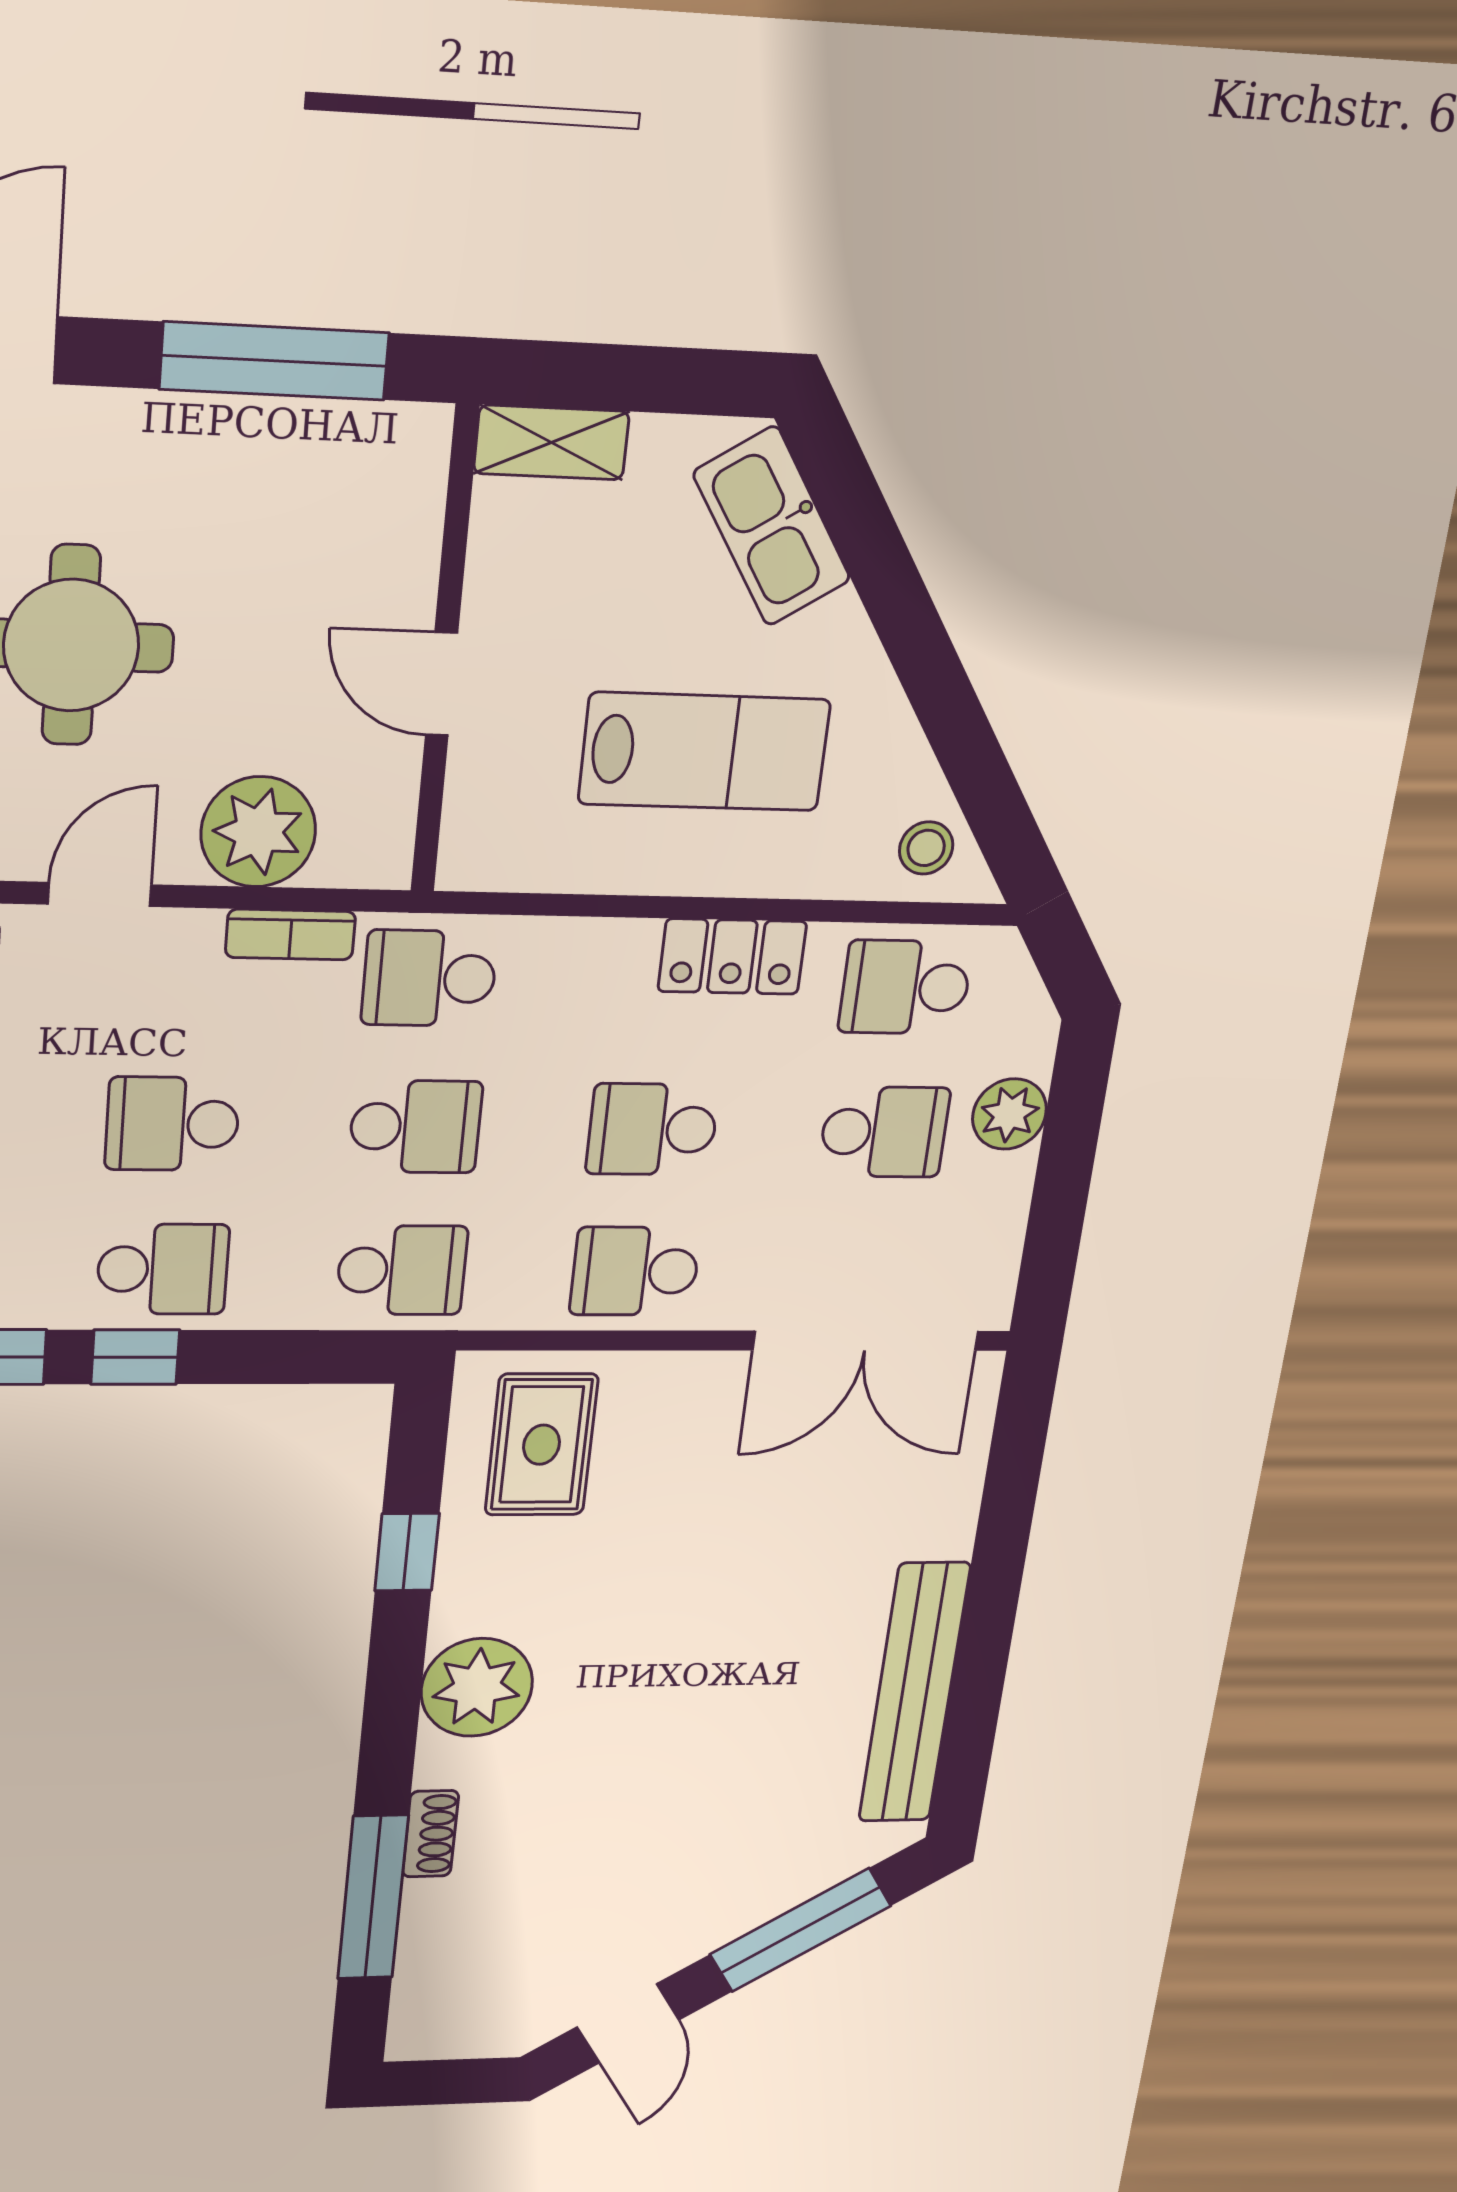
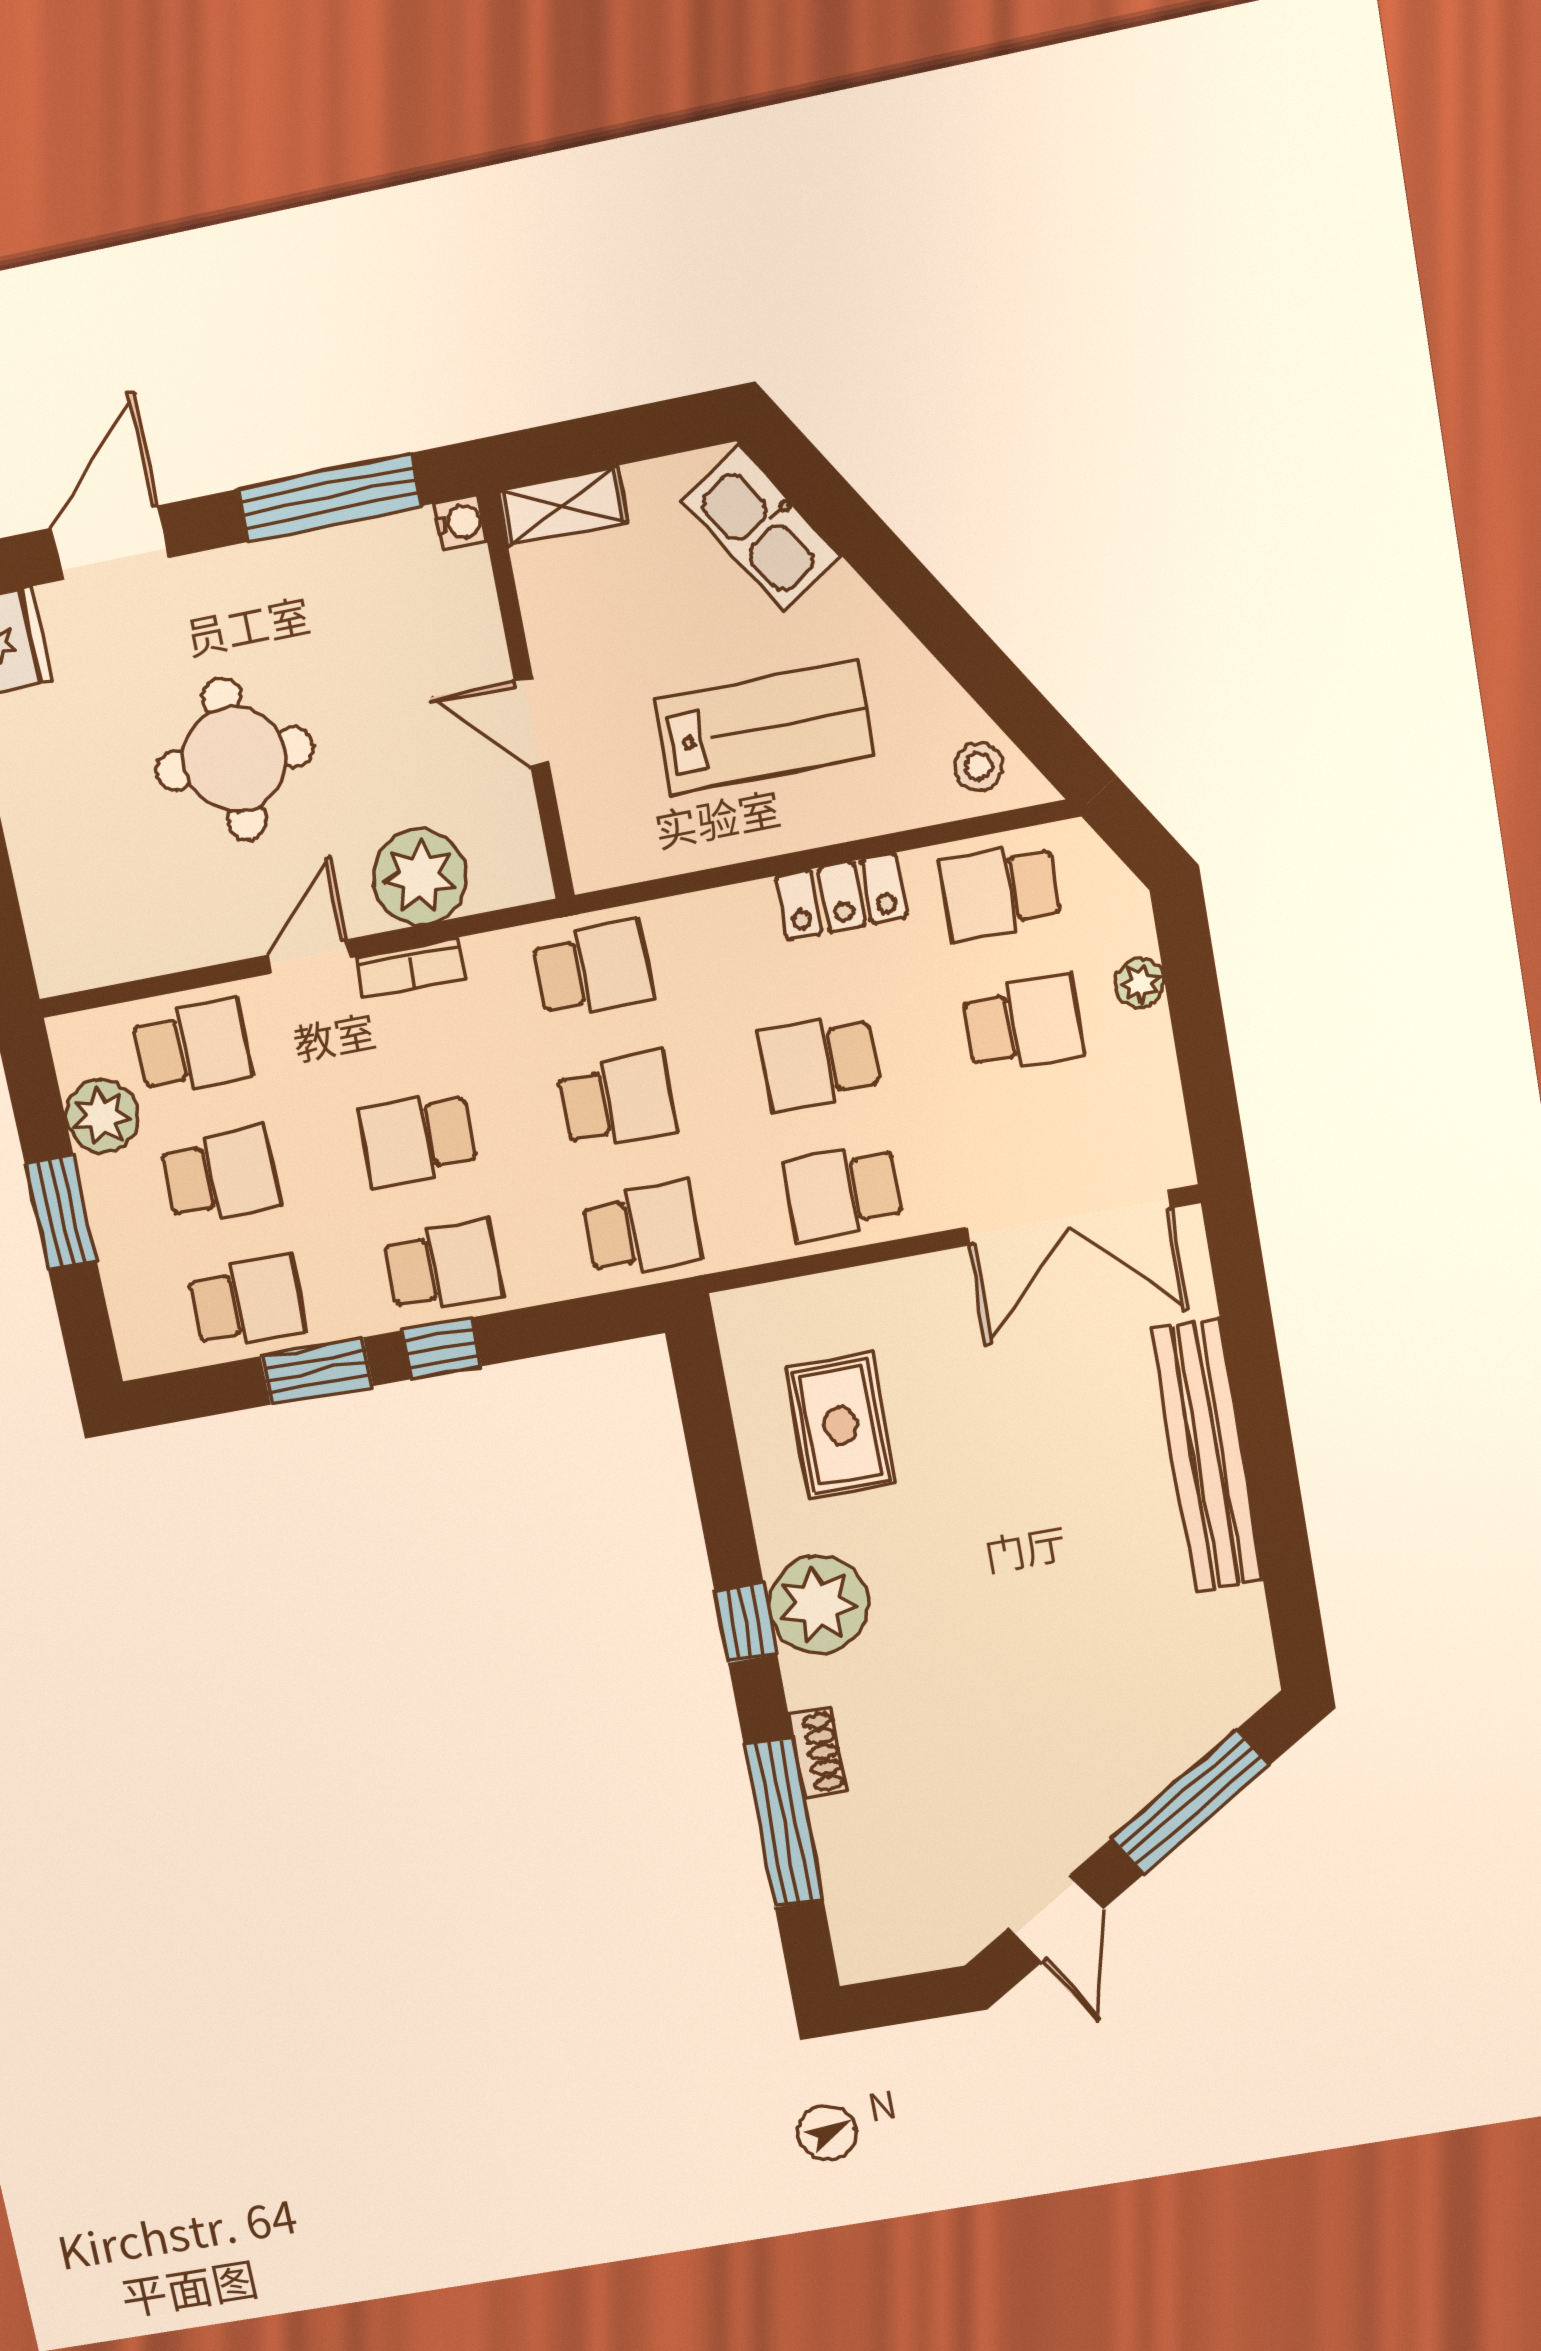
water cooler: (425, 431) -> (460, 522), added
bookcase: (290, 934) -> (411, 968), moved
school desk: (429, 978) -> (592, 970), turned 180
plant: (1010, 1114) -> (1140, 983), width x0.73, depth x0.73
rug: (542, 1445) -> (841, 1426), moved
window: (407, 1552) -> (746, 1623), moved
bench: (914, 1693) -> (1208, 1455), moved

